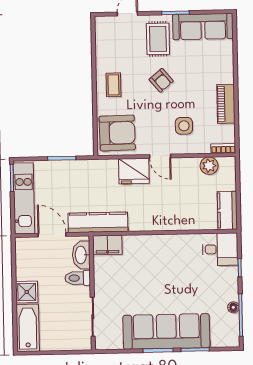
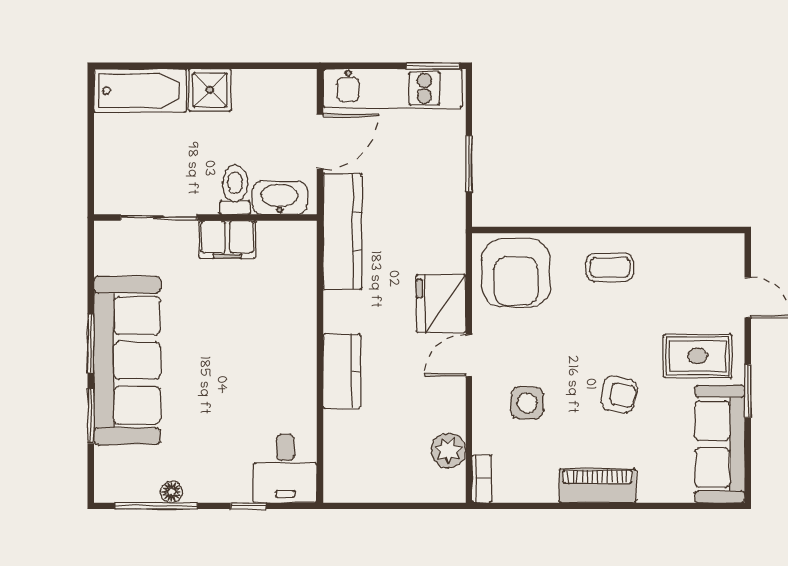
armchair: (161, 80) -> (619, 394), moved, turned -129
piano: (226, 104) -> (598, 486), moved
kitchen counter: (227, 210) -> (342, 371), moved, turned 90
filing cabinet: (107, 245) -> (227, 240), moved, turned -90

